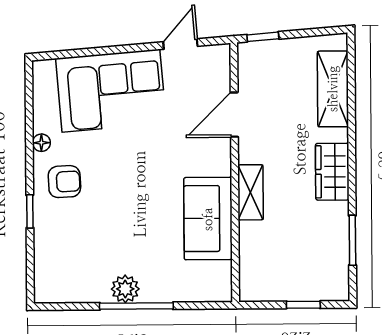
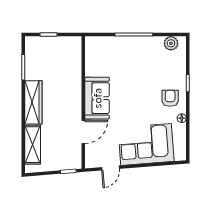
wardrobe: (332, 172) -> (33, 102), width x1.50
armchair: (64, 182) -> (170, 98), turned 93
shelving: (251, 192) -> (75, 92), removed
sofa: (208, 219) -> (97, 98), moved
plant: (125, 289) -> (171, 43), moved

